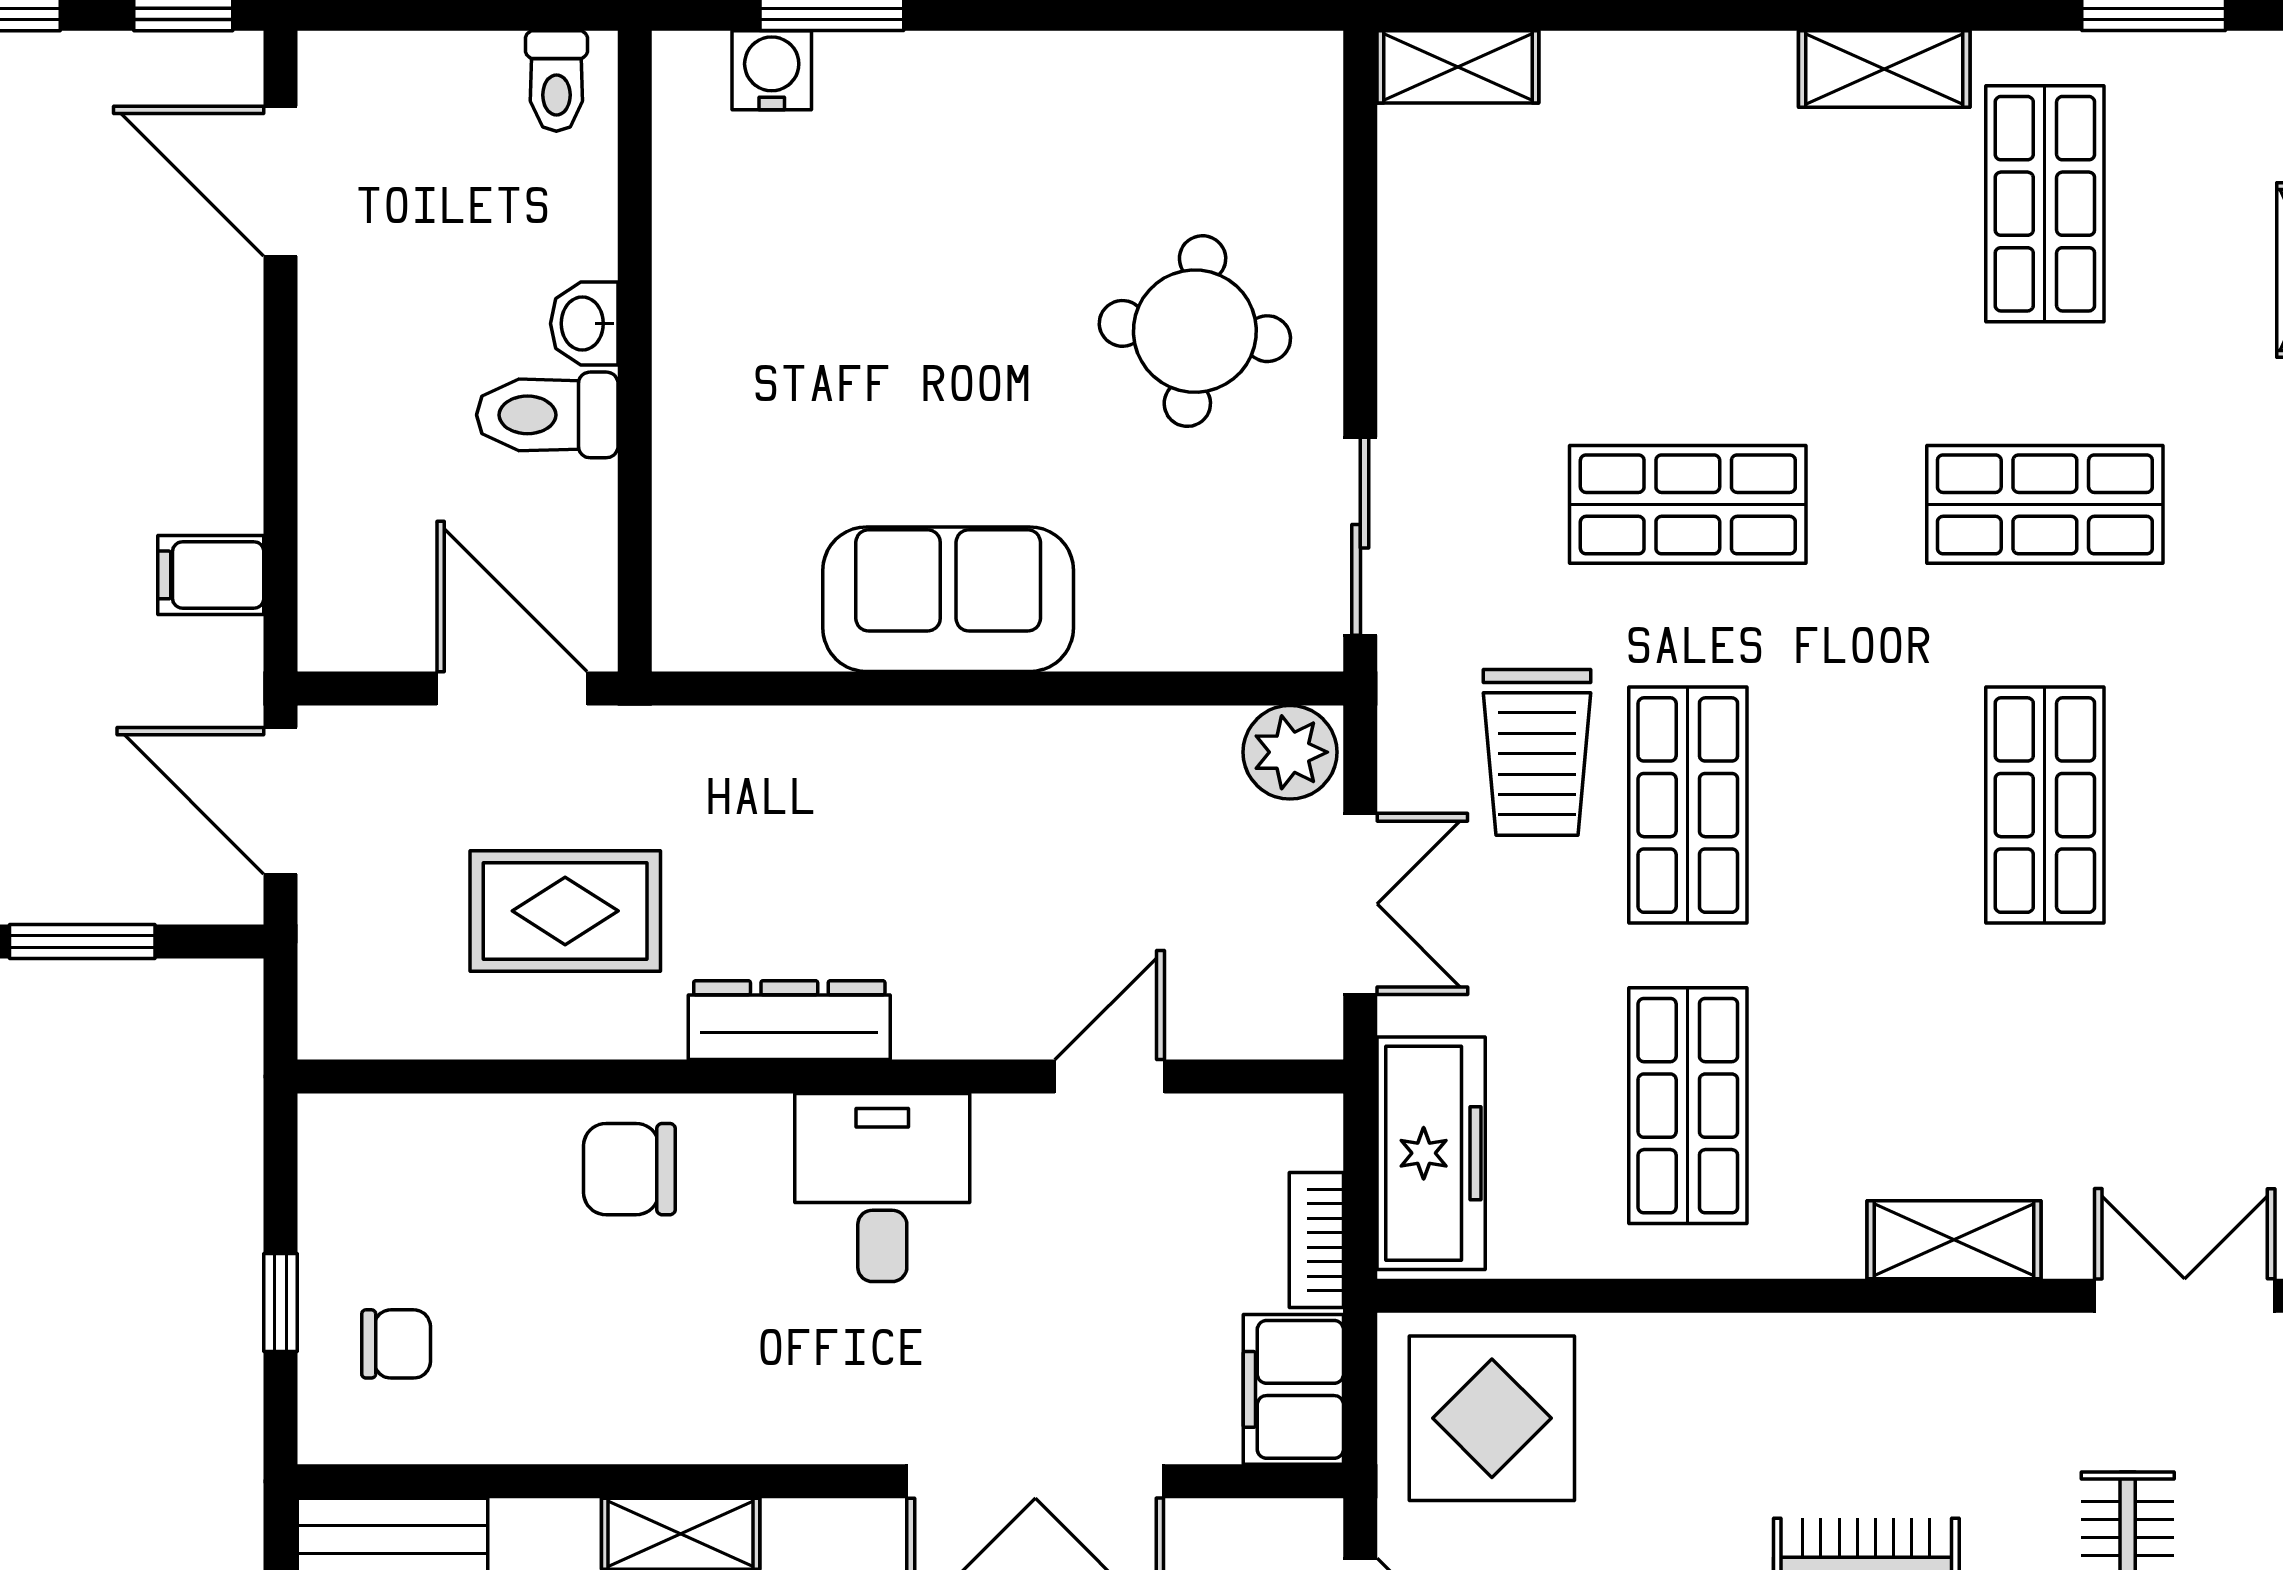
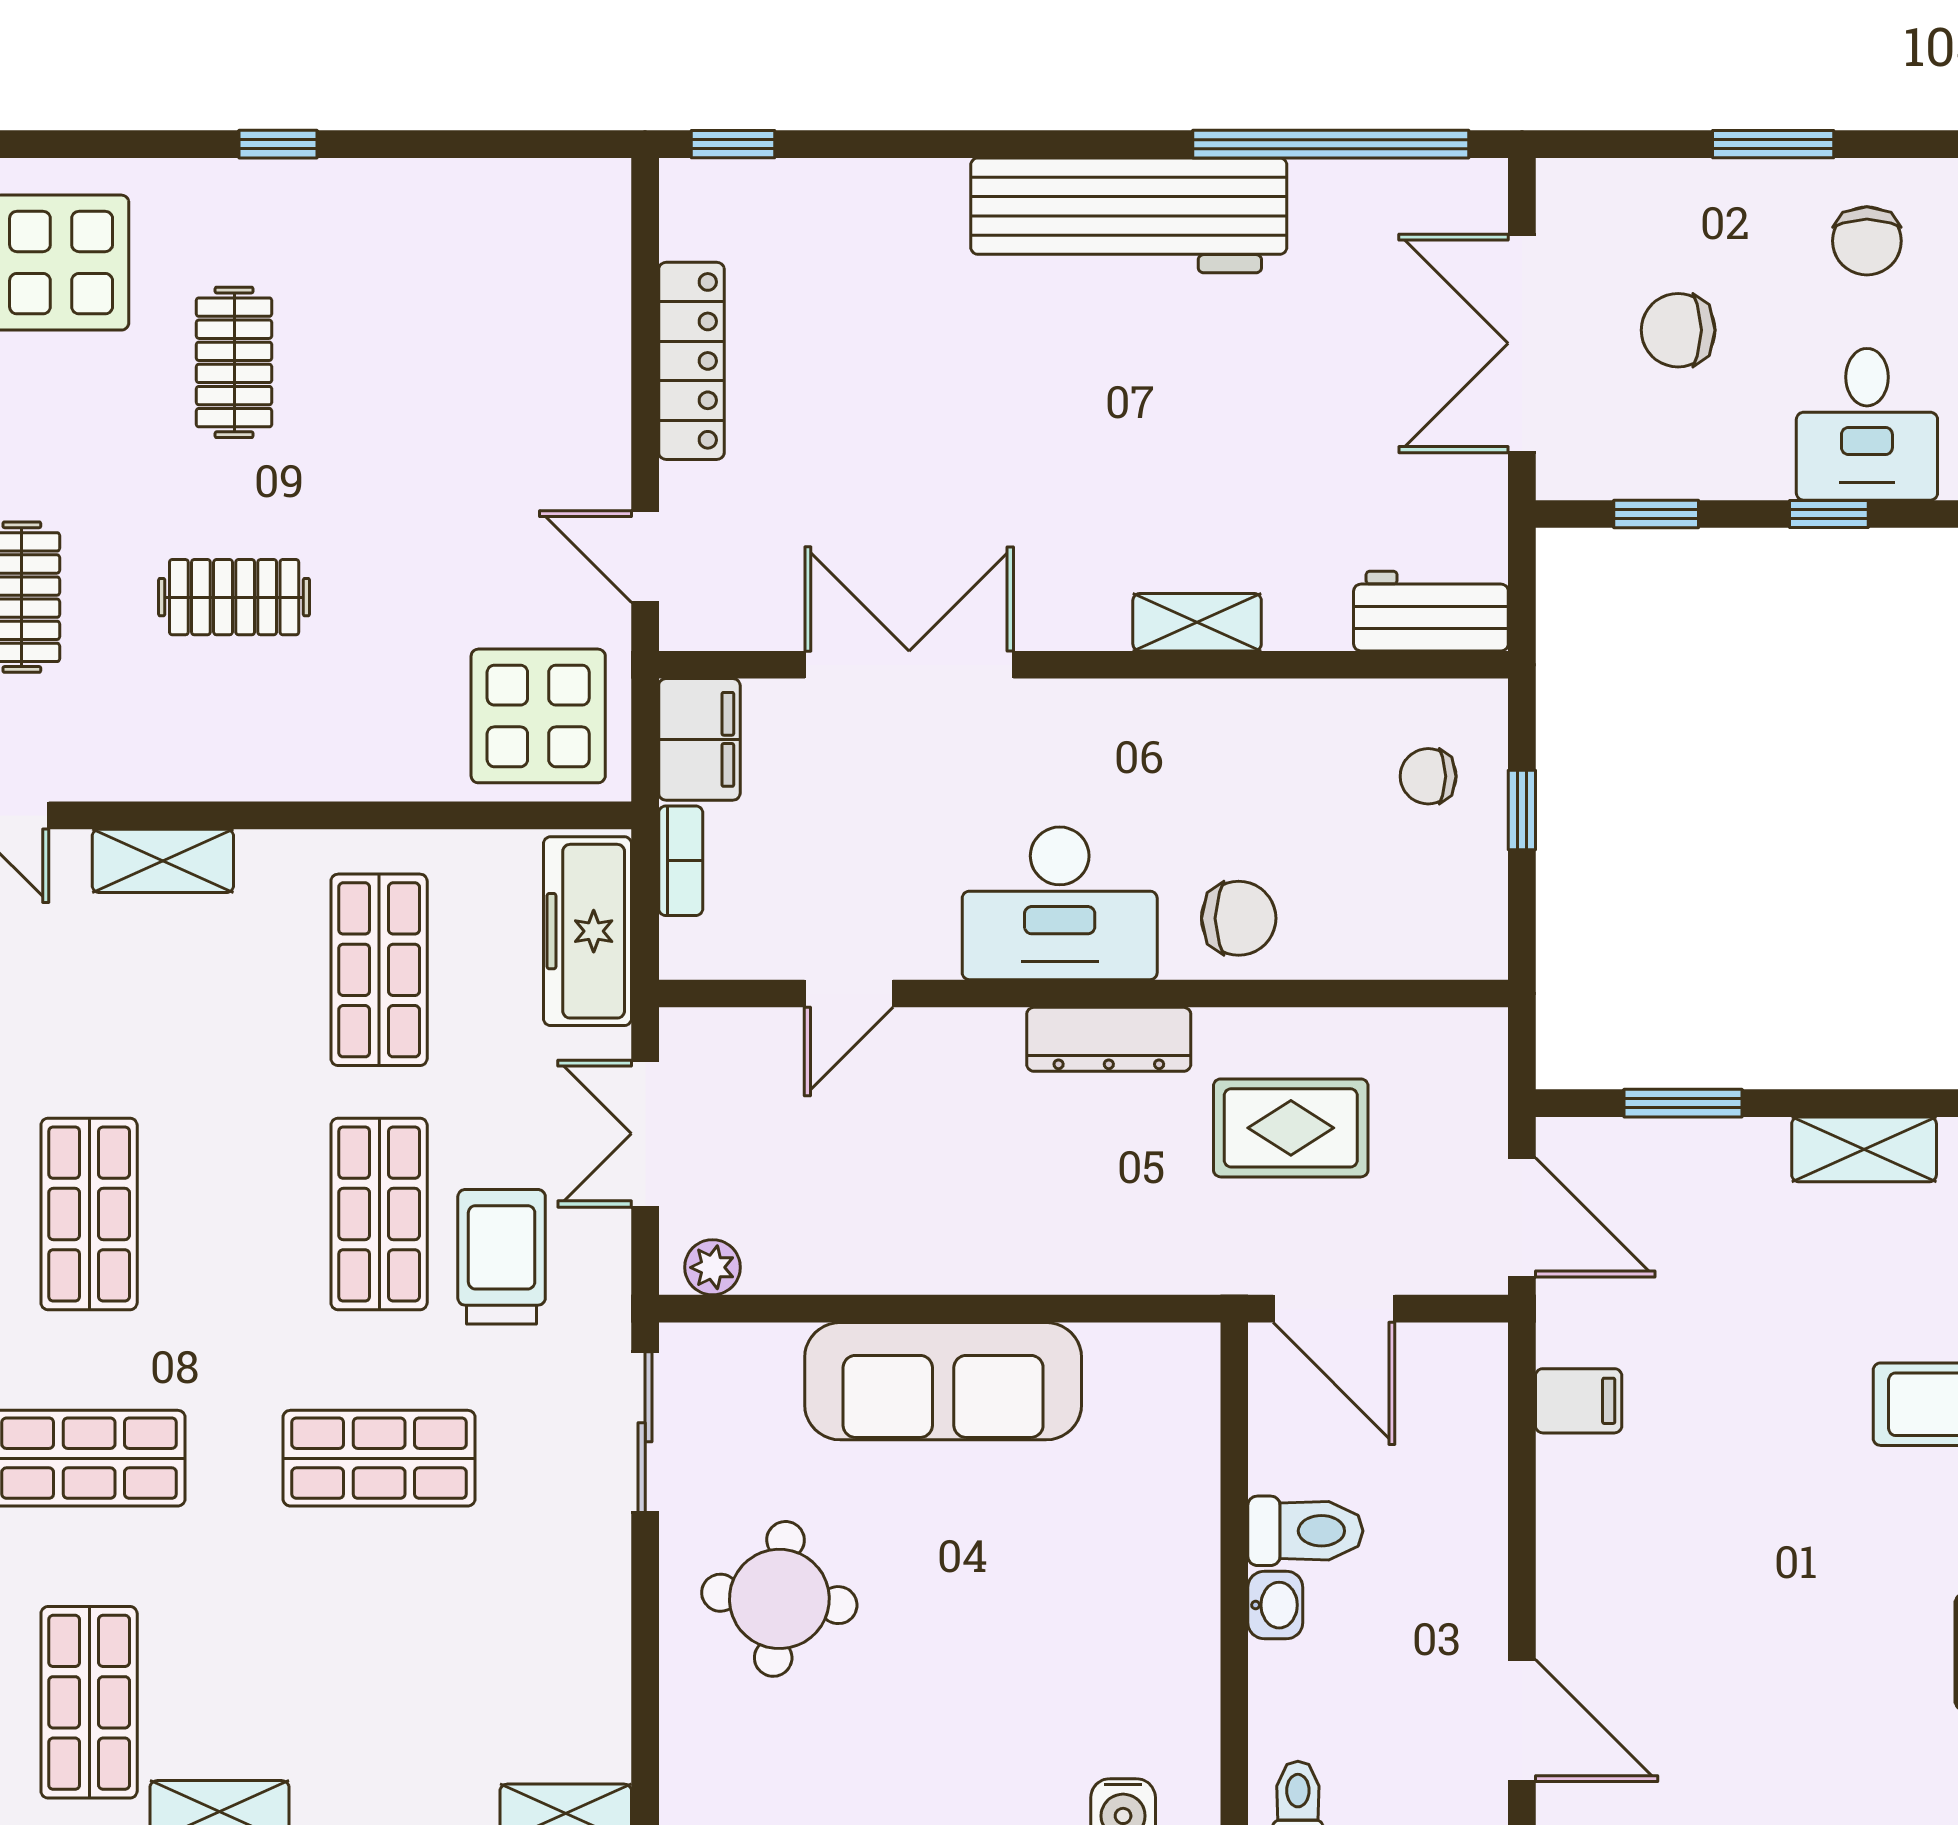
sofa: (948, 599) -> (943, 1381), width x1.36
plant: (1290, 752) -> (713, 1267), width x0.73, depth x0.73
desk: (882, 1188) -> (1060, 903), width x1.37

